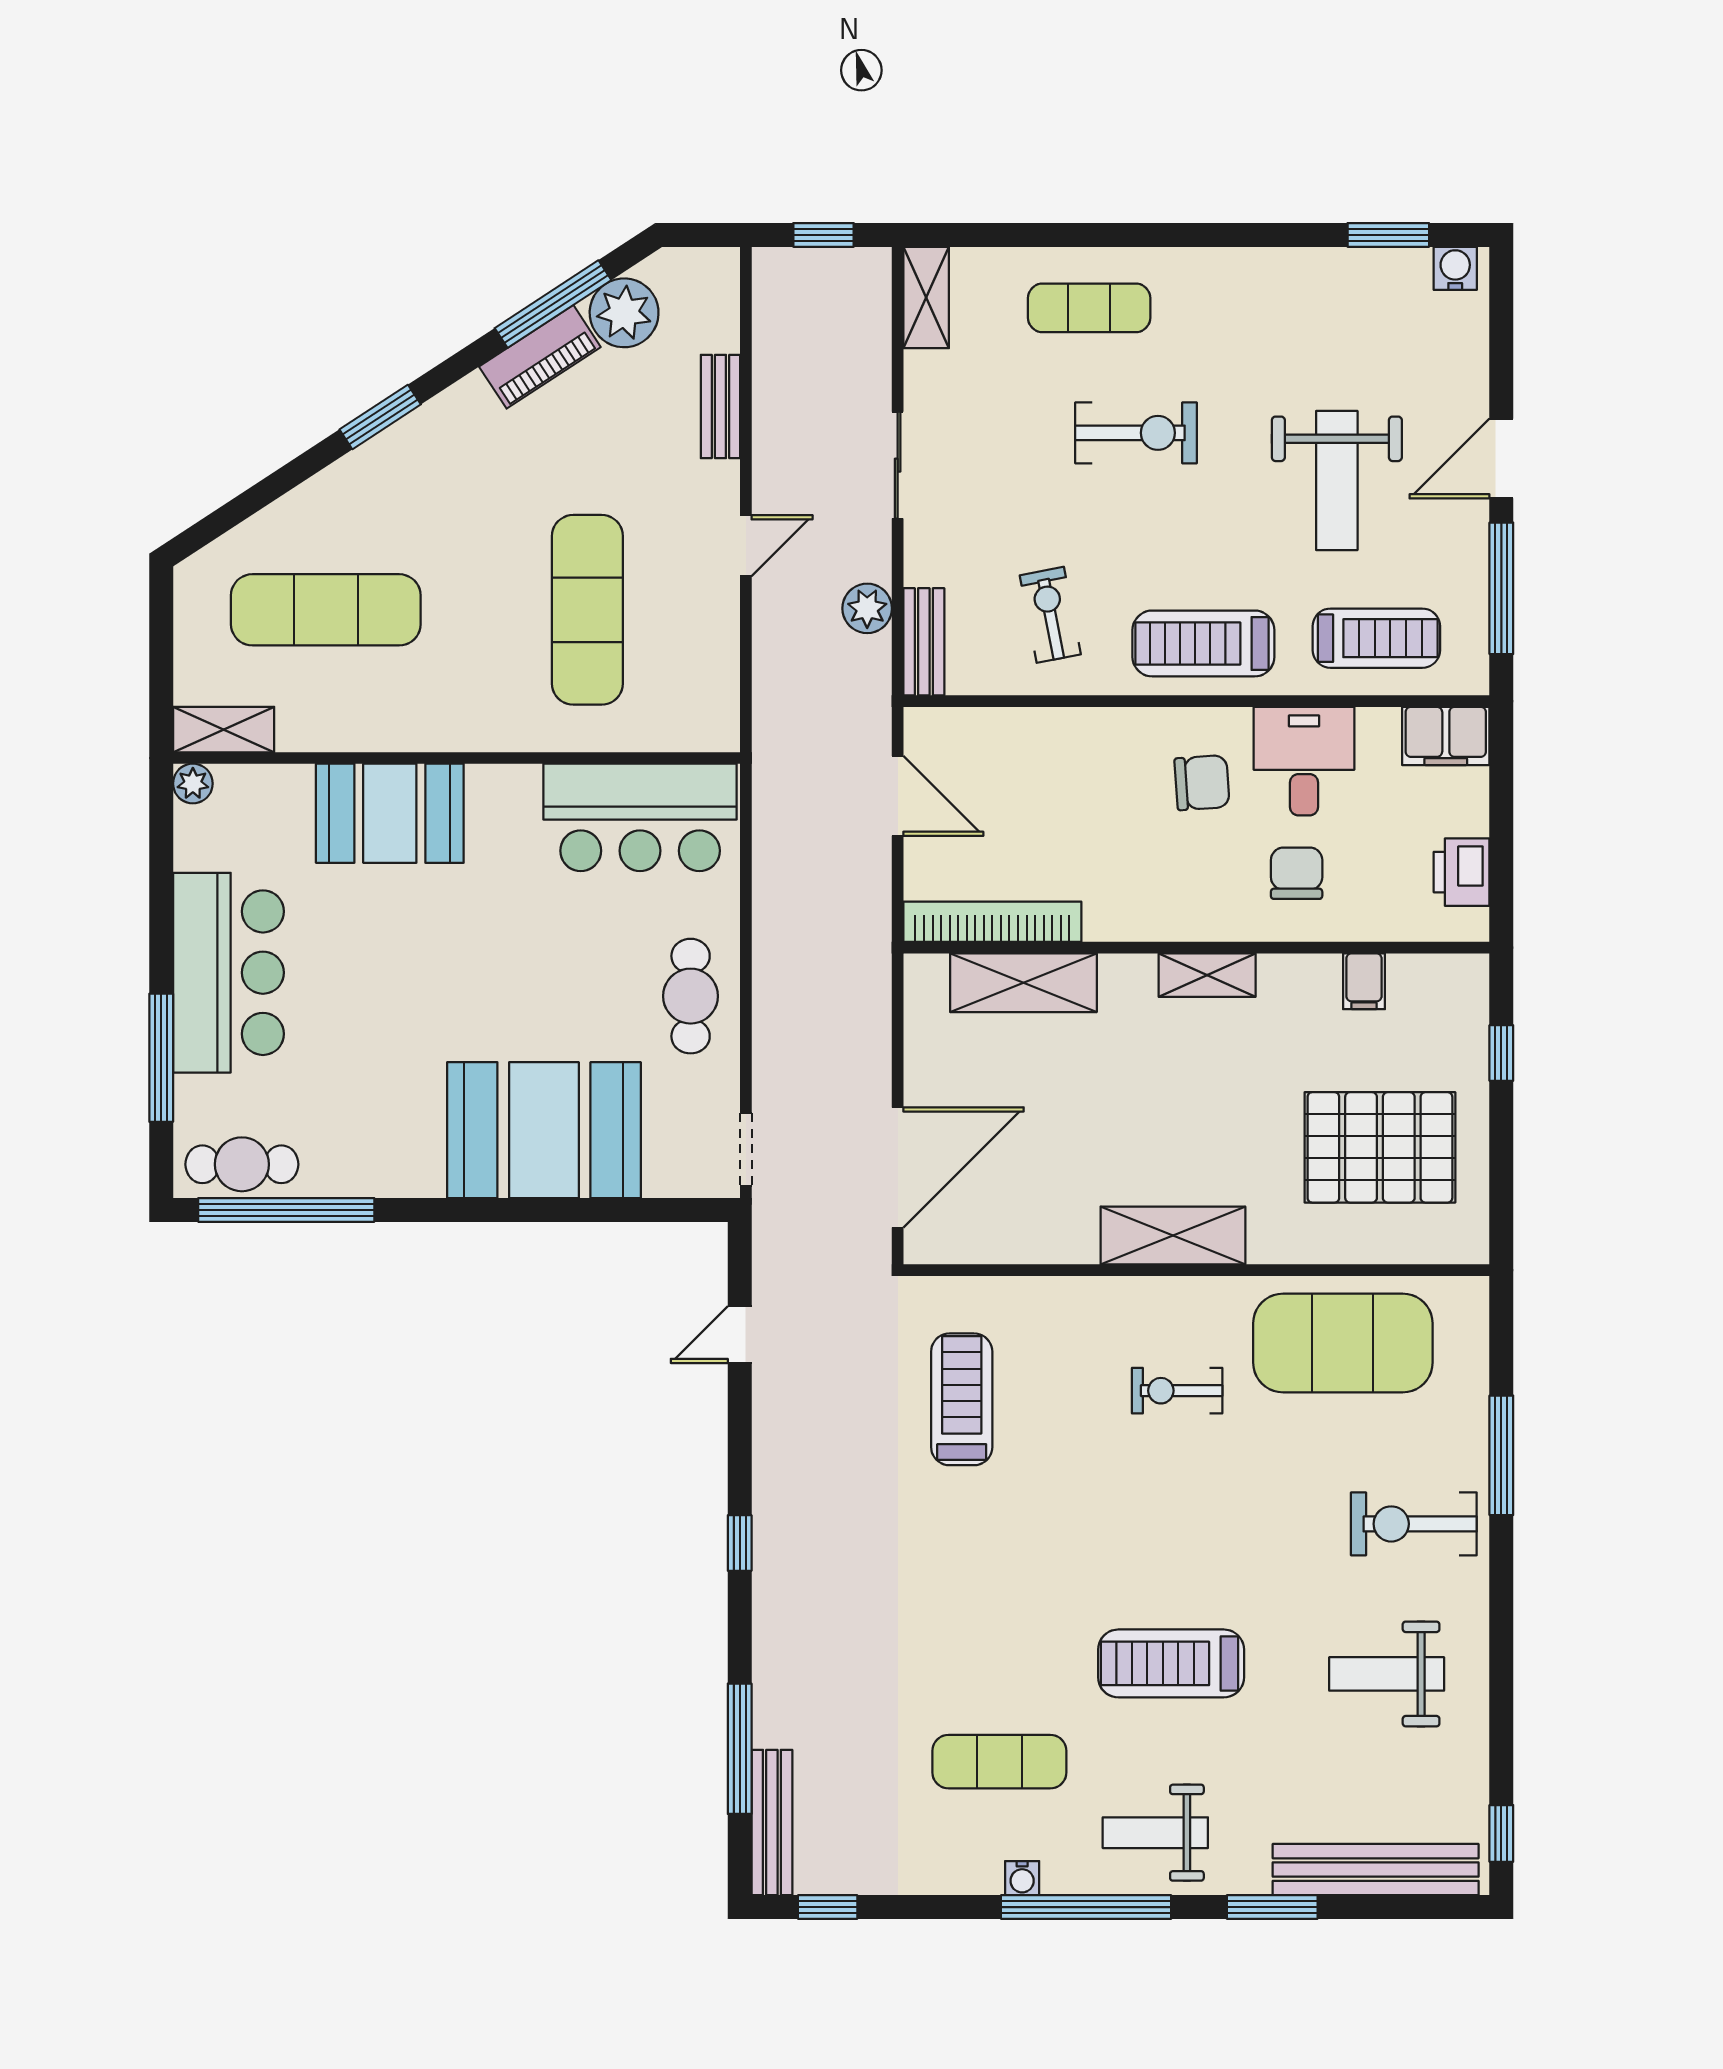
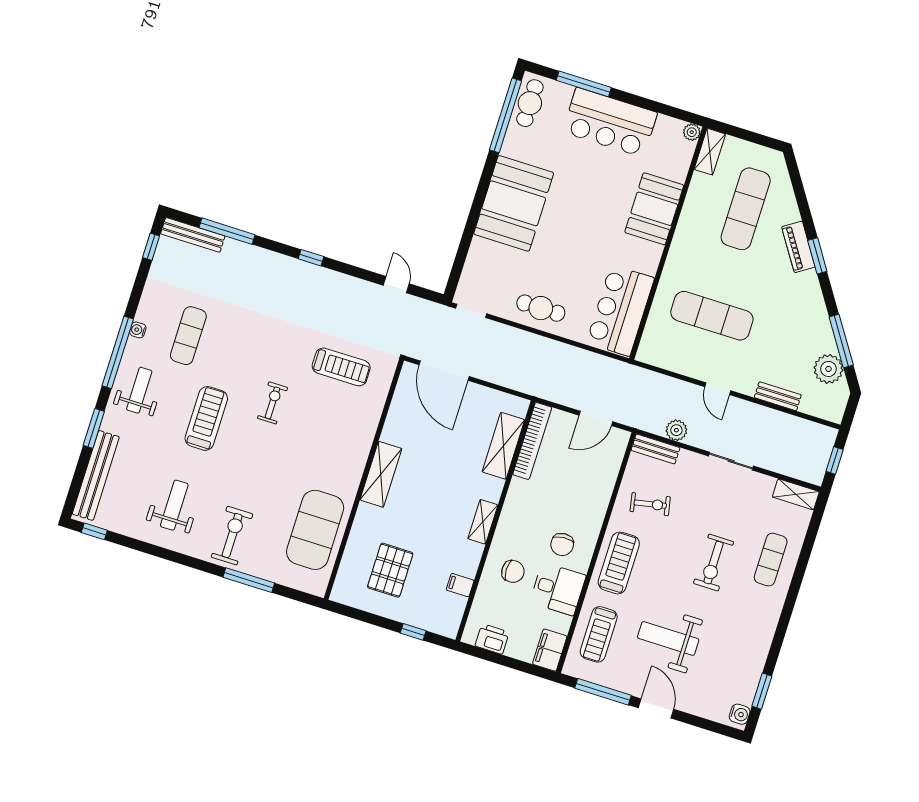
piano: (540, 357) -> (798, 247), moved
booth: (544, 1130) -> (514, 203), moved
pallet: (1380, 1147) -> (390, 570), width x0.73, depth x0.71
exercise bike: (1177, 1391) -> (272, 403), moved

